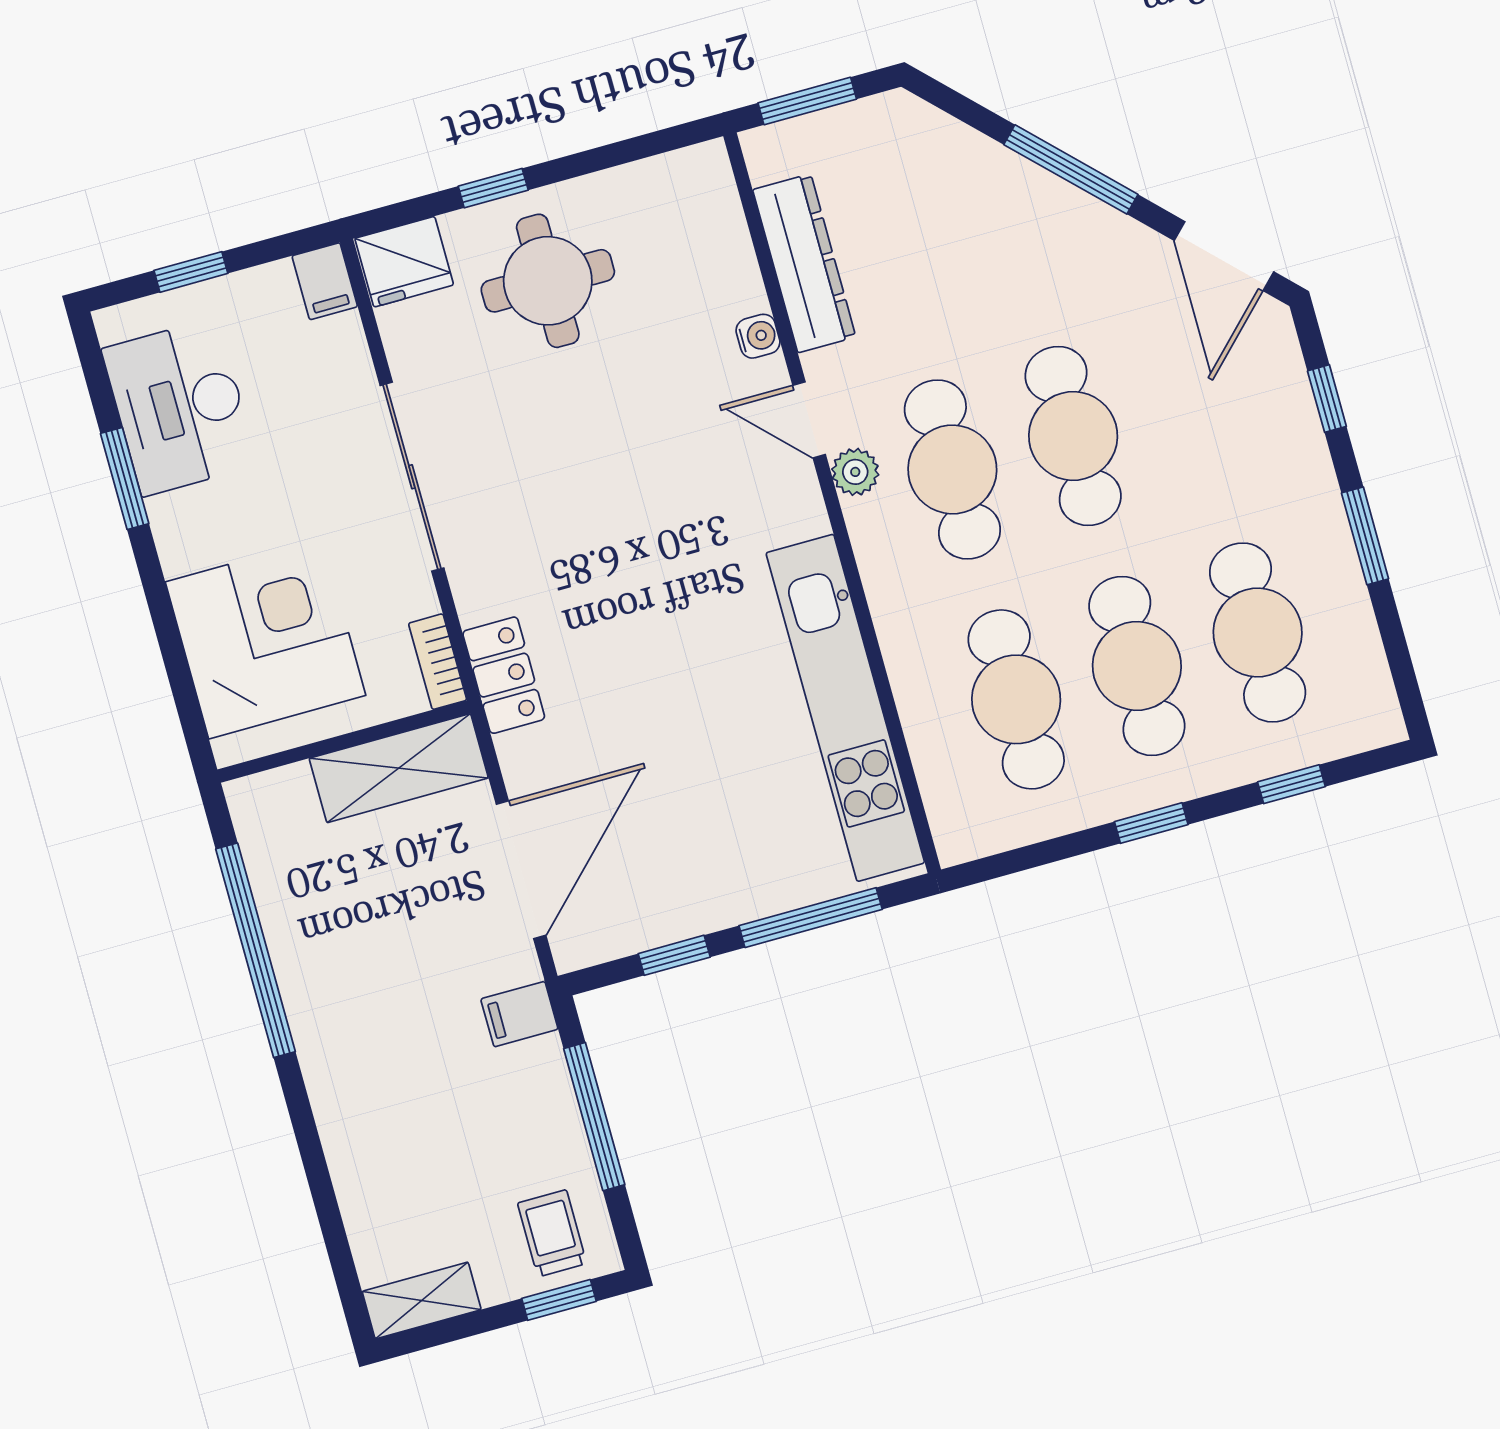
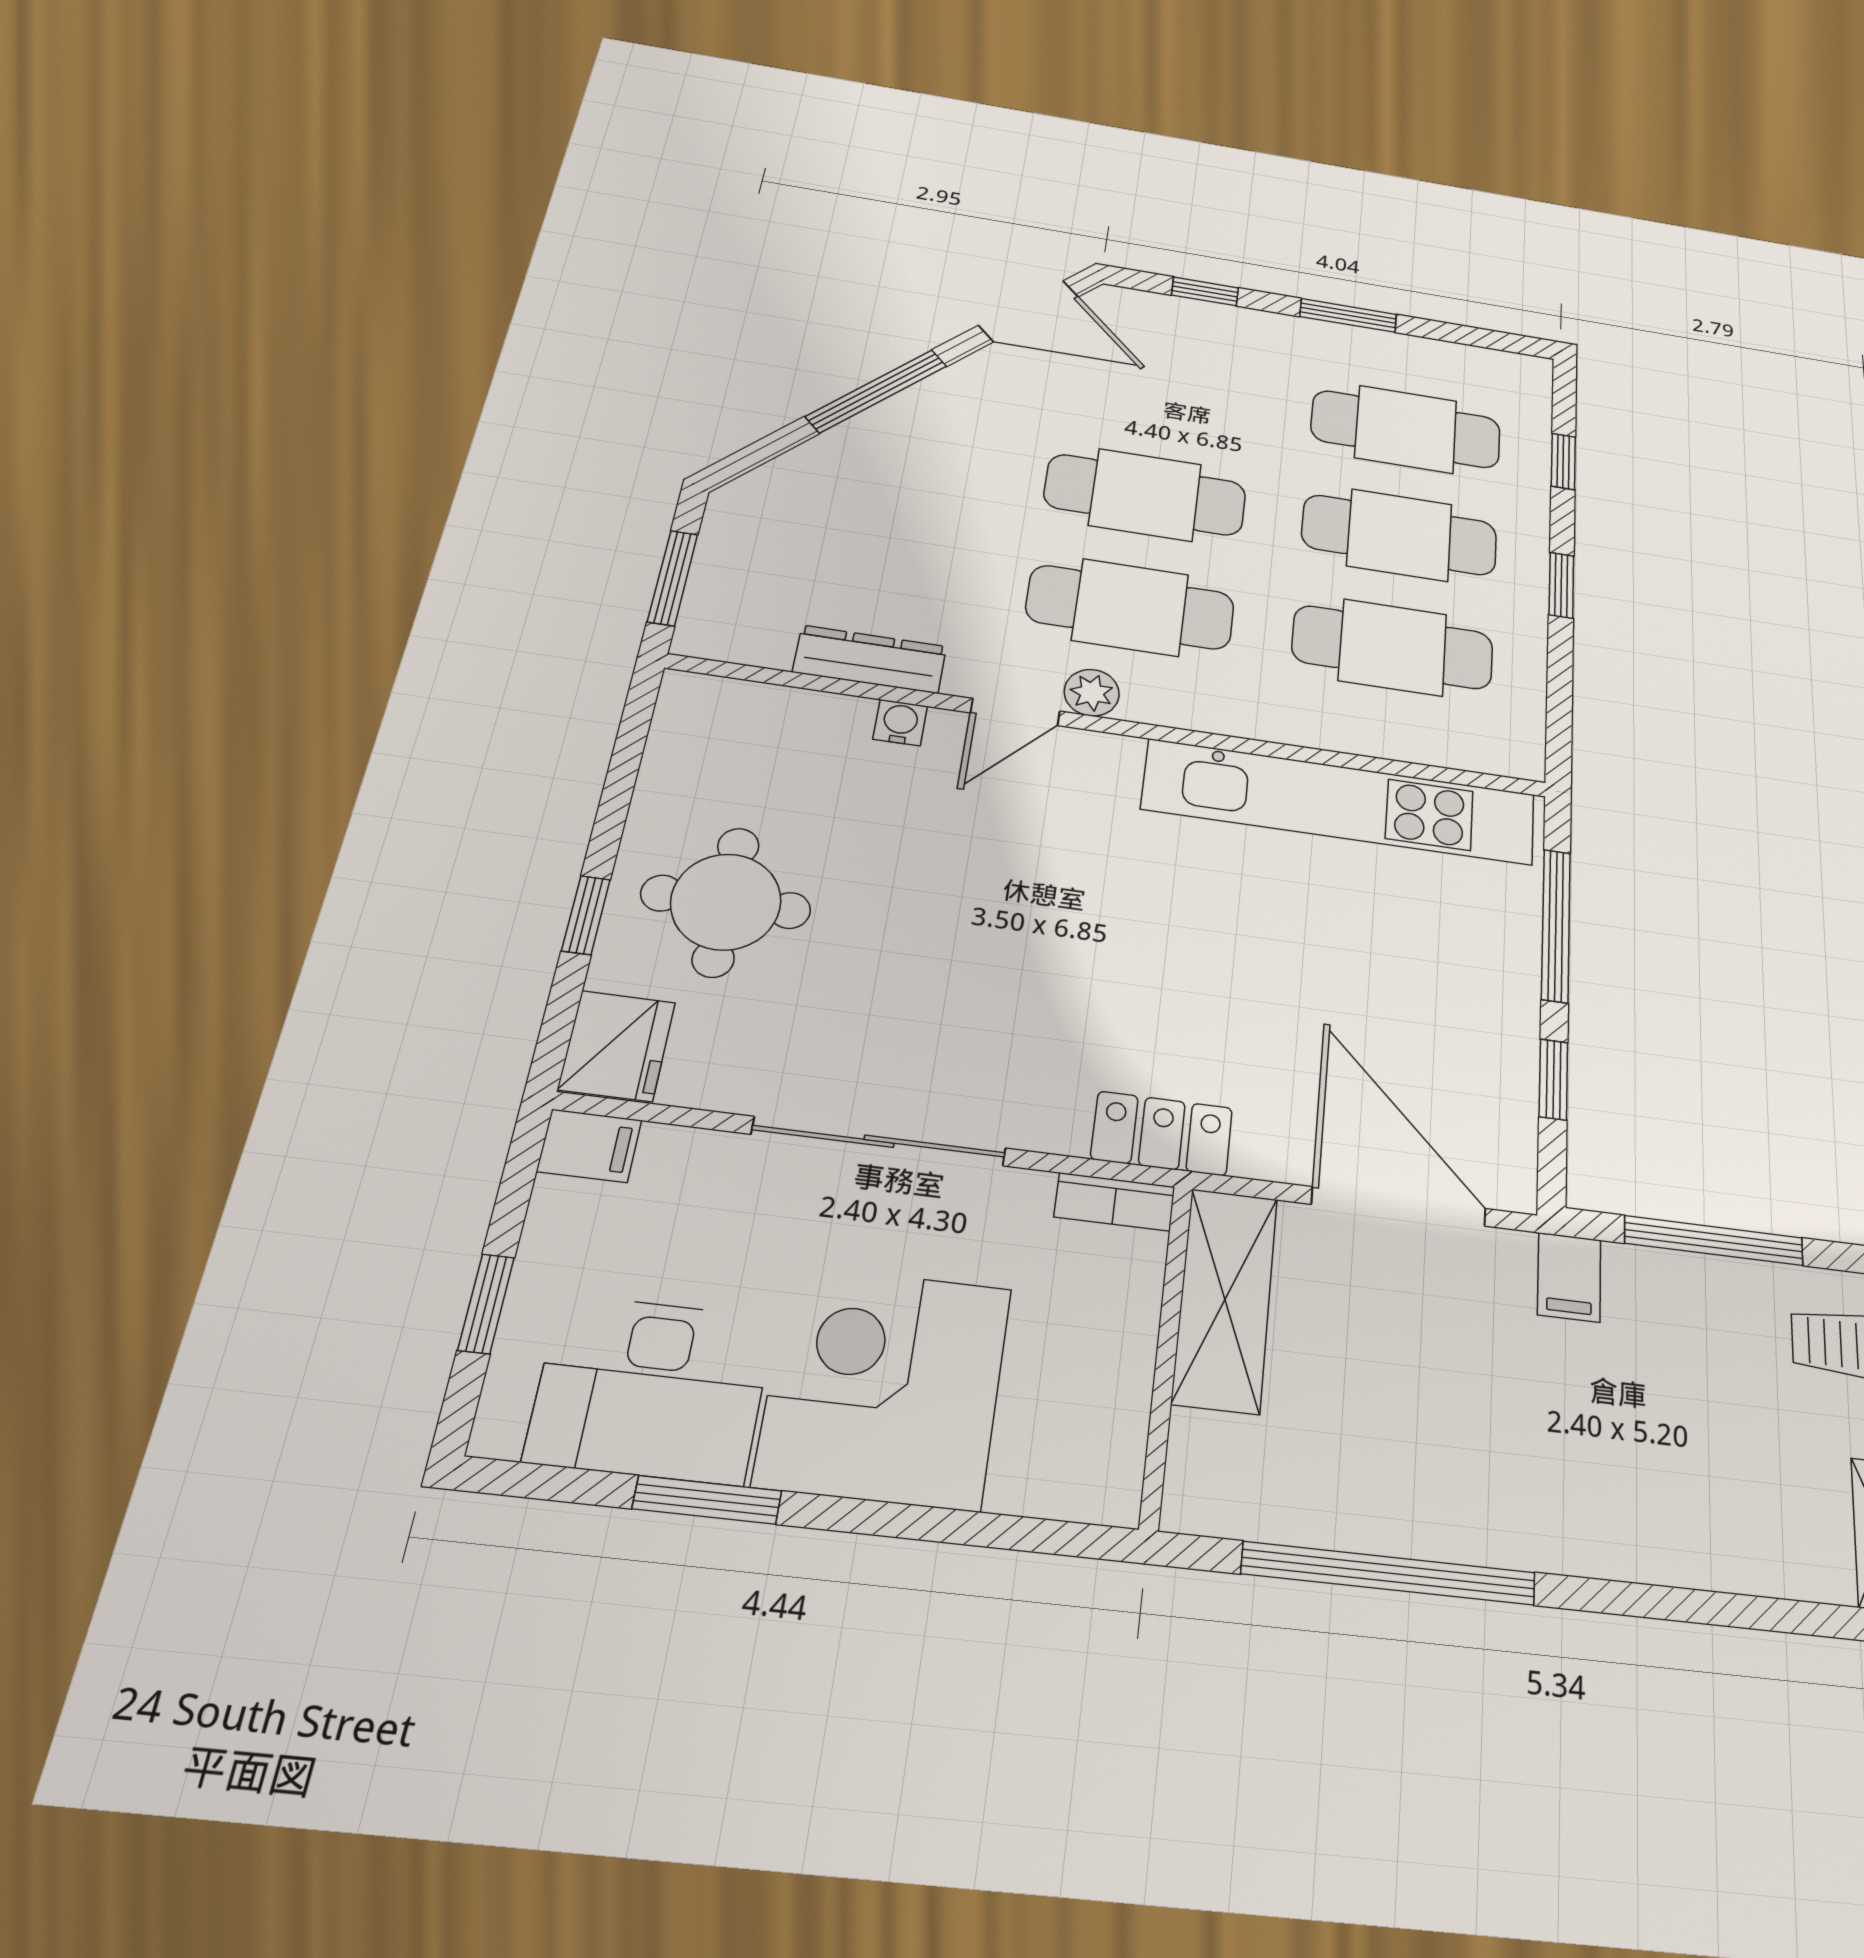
dresser: (804, 263) -> (870, 659), width x0.73, depth x0.80
corner desk: (266, 639) -> (885, 1386), moved

